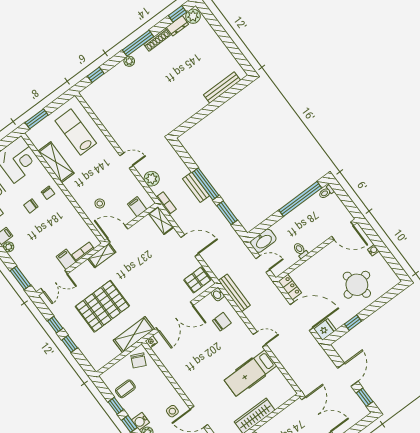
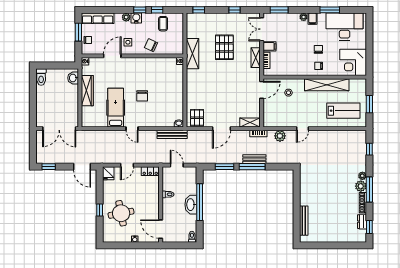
plant: (193, 16) -> (361, 186), moved
window: (37, 119) -> (369, 104), moved
shelving: (56, 162) -> (327, 85), width x1.47
window: (300, 199) -> (200, 202), moved
filing cabinet: (137, 207) -> (269, 114), removed
door: (342, 231) -> (161, 229), hinge flipped
washbasin: (263, 241) -> (191, 205), moved
shelving: (102, 255) -> (256, 58), moved
door: (263, 264) -> (177, 165), swing flipped
pallet: (102, 306) -> (224, 47), width x0.73, depth x0.71
double door: (175, 316) -> (185, 87), removed
door: (302, 316) -> (127, 165), width x0.53
chair: (222, 322) -> (142, 96), moved
window: (353, 323) -> (100, 210), moved
door: (260, 339) -> (132, 129), hinge flipped
window: (70, 344) -> (199, 10), moved
chair: (138, 360) -> (151, 45), moved
door: (348, 375) -> (82, 167), moved

